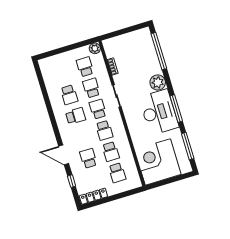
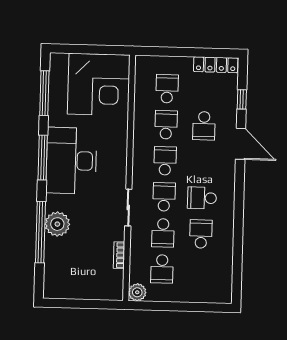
window: (159, 51) -> (40, 232), moved
plant: (158, 82) -> (57, 224), moved
school desk: (98, 109) -> (164, 197), turned 180

